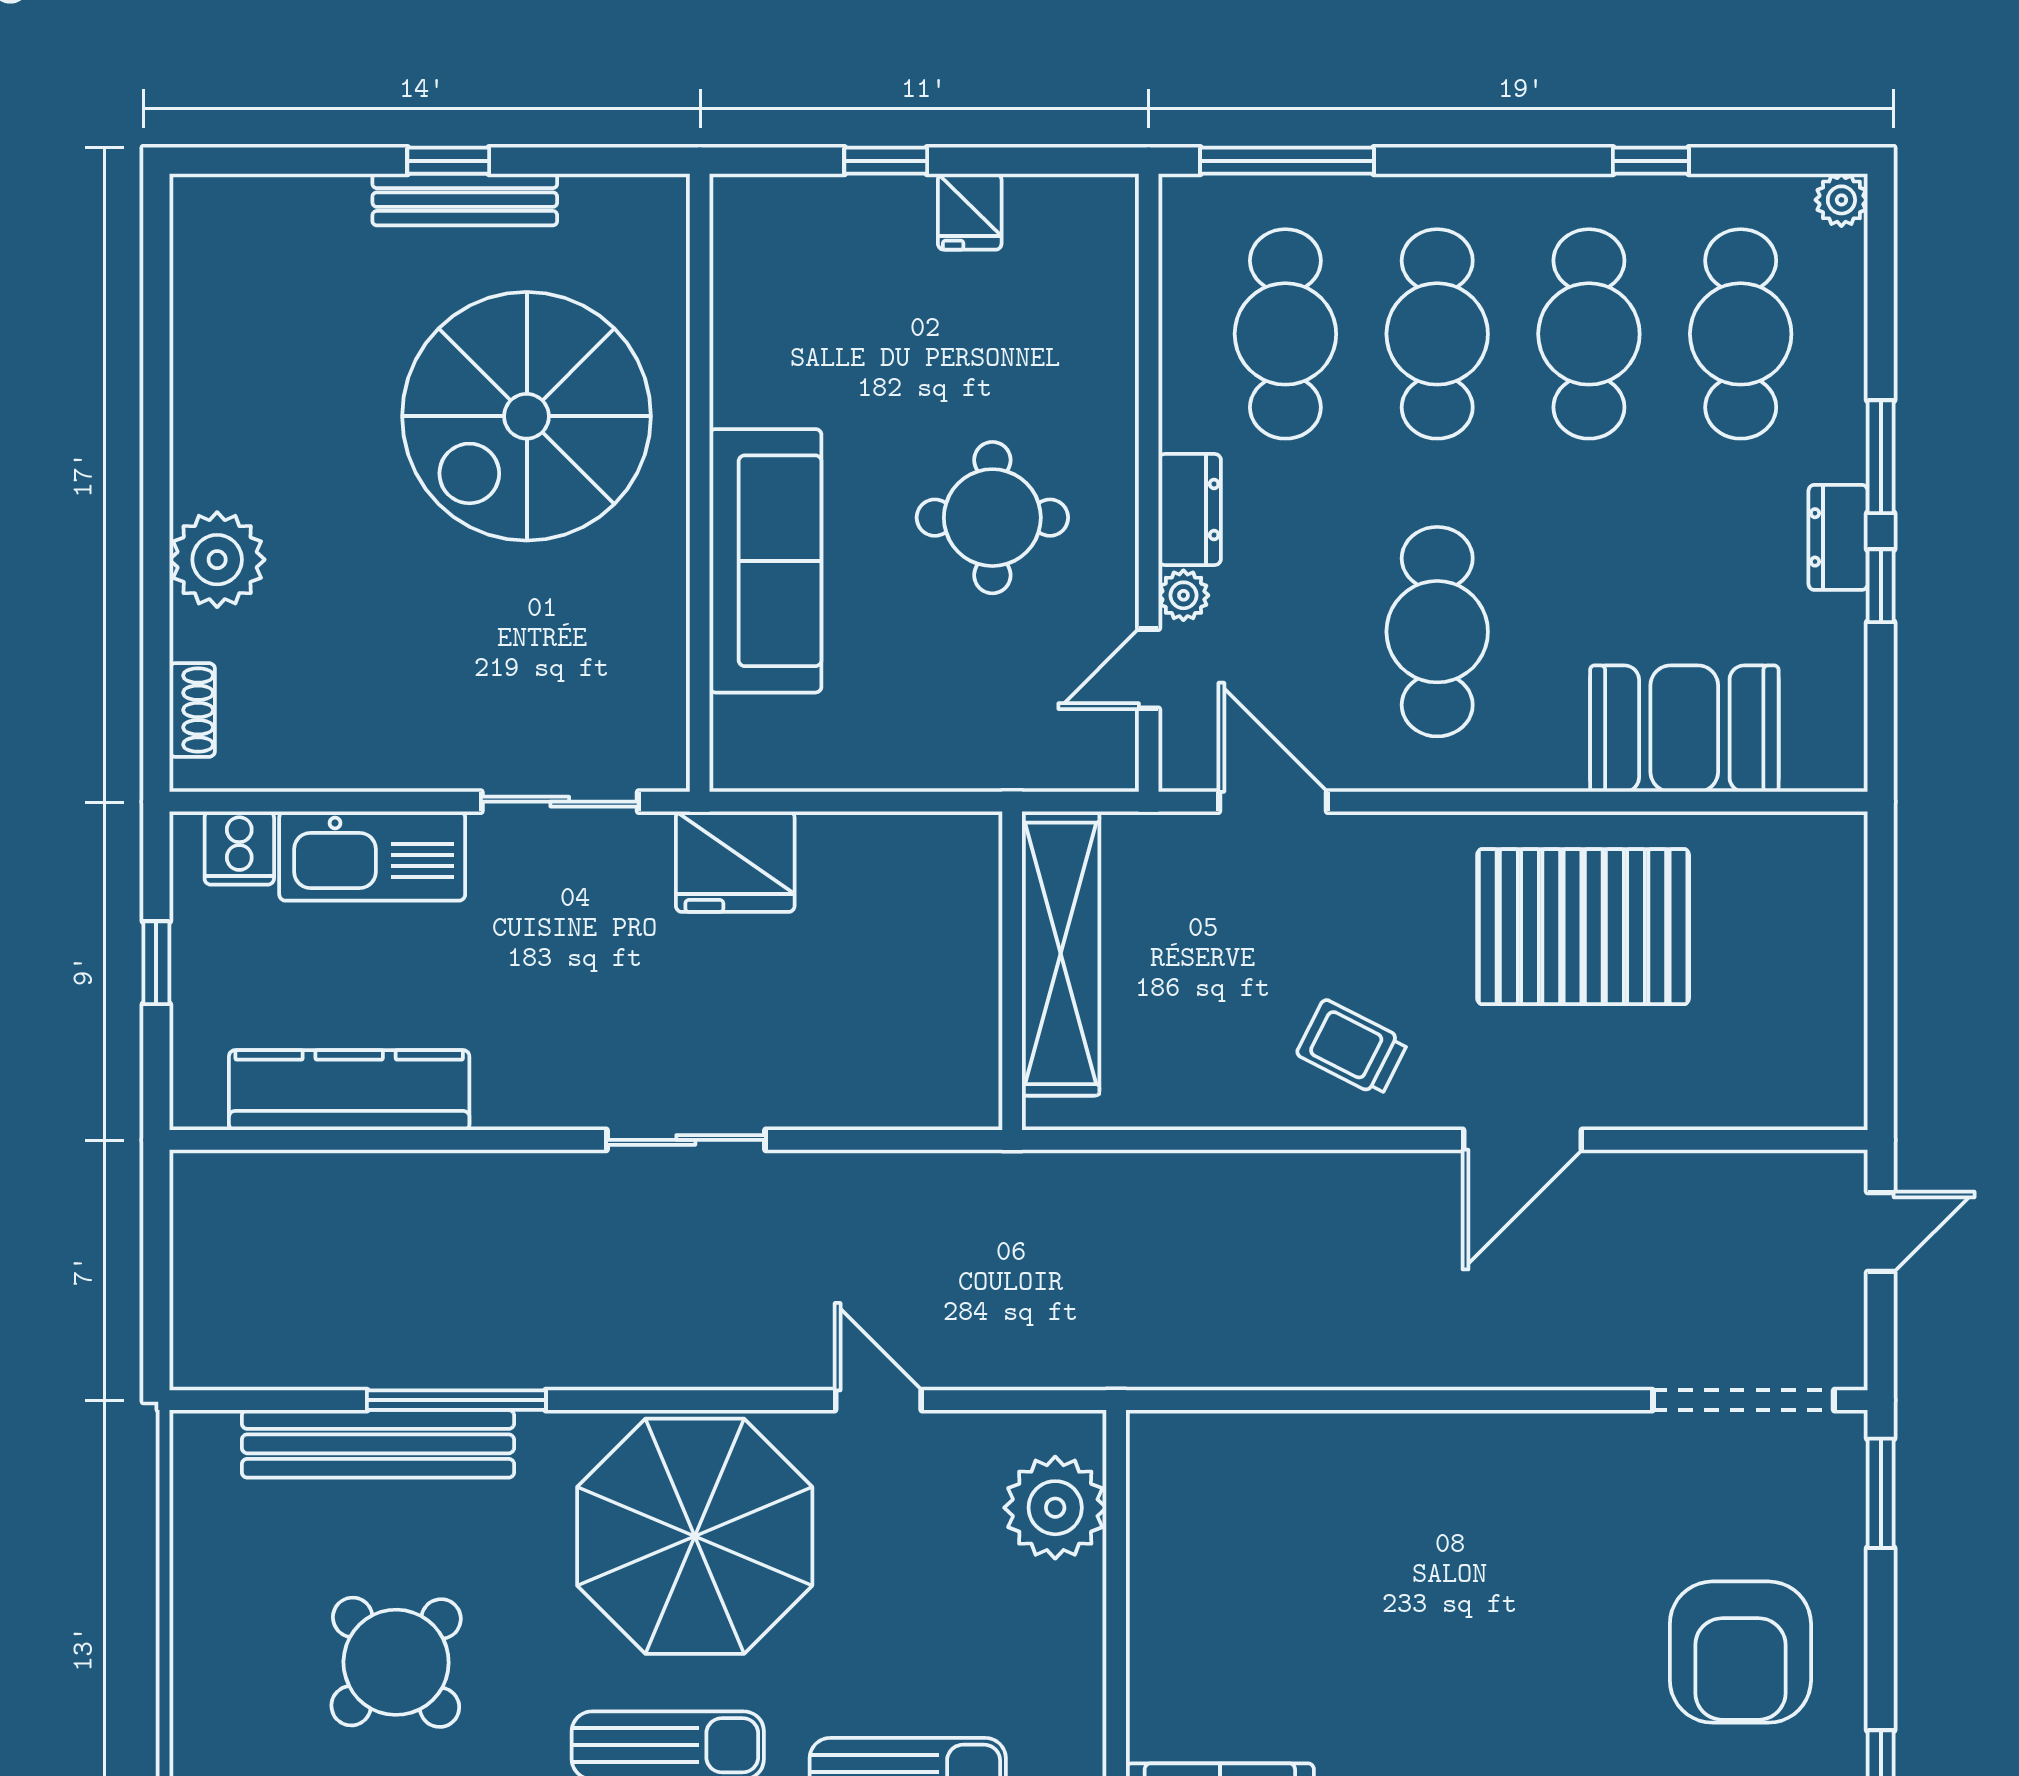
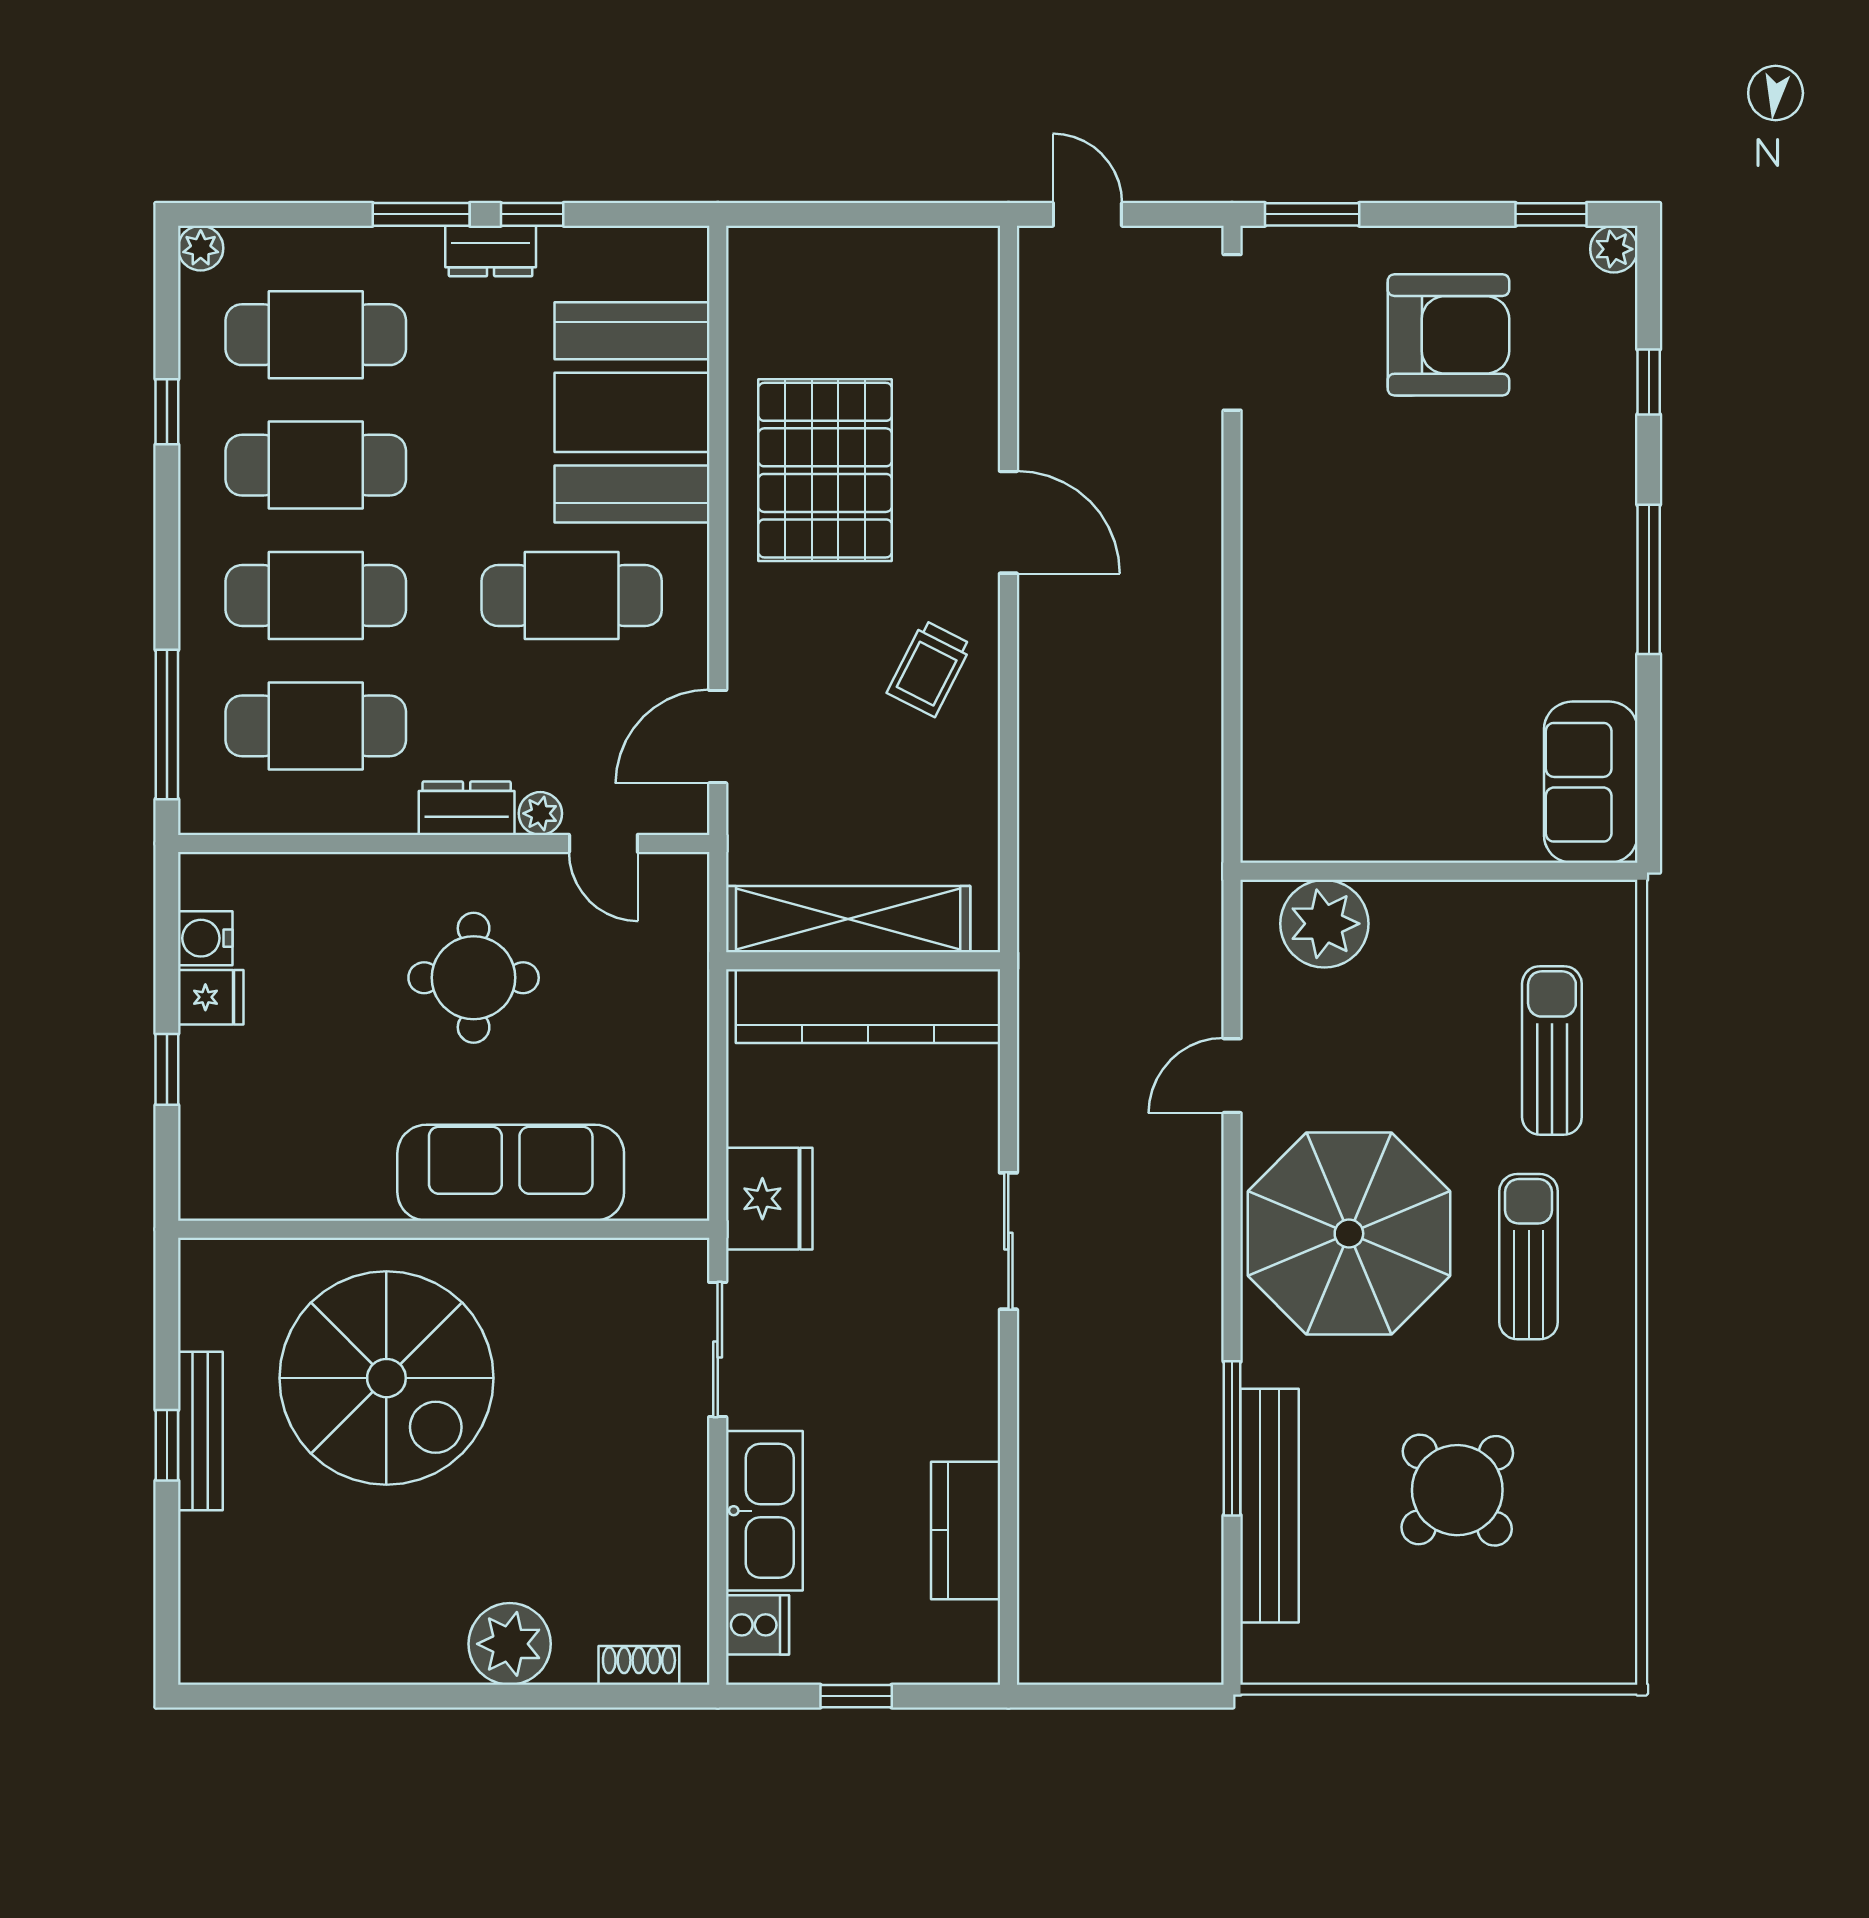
water cooler: (1038, 205) -> (205, 938), added
booth: (1684, 729) -> (632, 412), width x1.36, depth x1.42
kitchen counter: (959, 977) -> (868, 1006), added
kitchen counter: (349, 1090) -> (966, 1530), width x0.67

